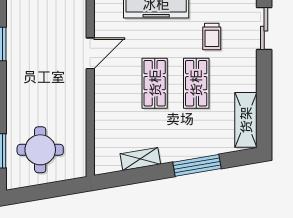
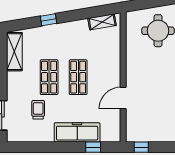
shelving: (140, 159) -> (102, 22), moved
window: (197, 165) -> (49, 20), width x0.46

